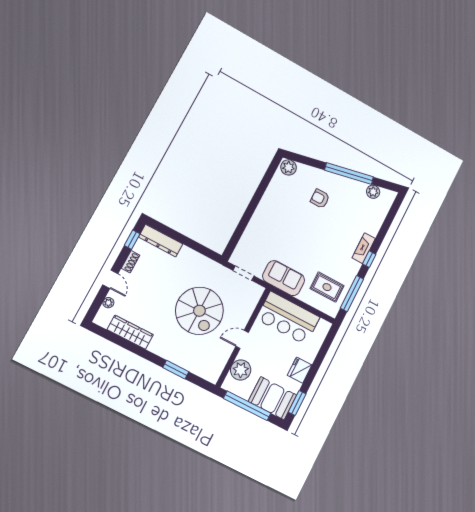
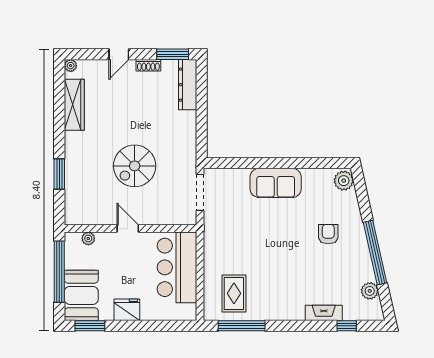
window: (132, 240) -> (173, 54), width x1.50
fireplace: (364, 248) -> (324, 313), moved
window: (369, 259) -> (347, 326), moved
doorway: (244, 273) -> (200, 192), width x1.38
sofa: (284, 278) -> (276, 183), moved, turned 90
plant: (108, 303) -> (71, 66), moved
spiral stairs: (199, 311) -> (135, 166), width x0.73, depth x0.73
plant: (241, 370) -> (88, 238), width x0.53, depth x0.53

